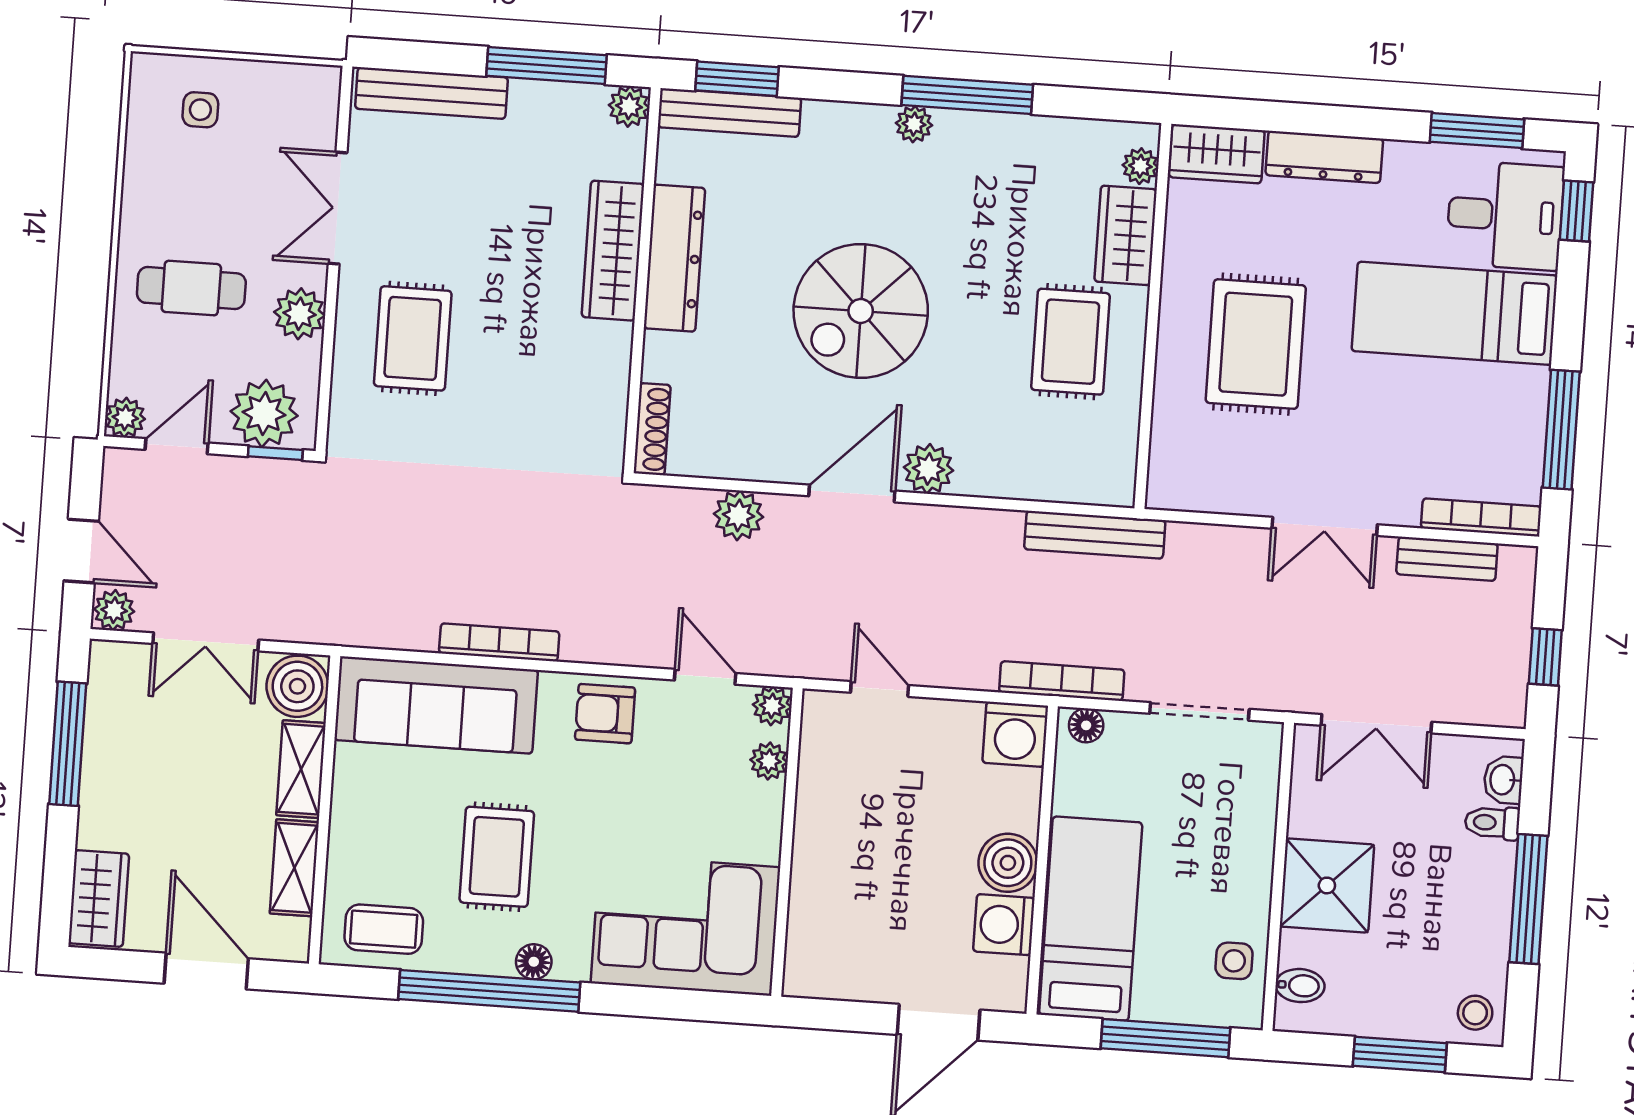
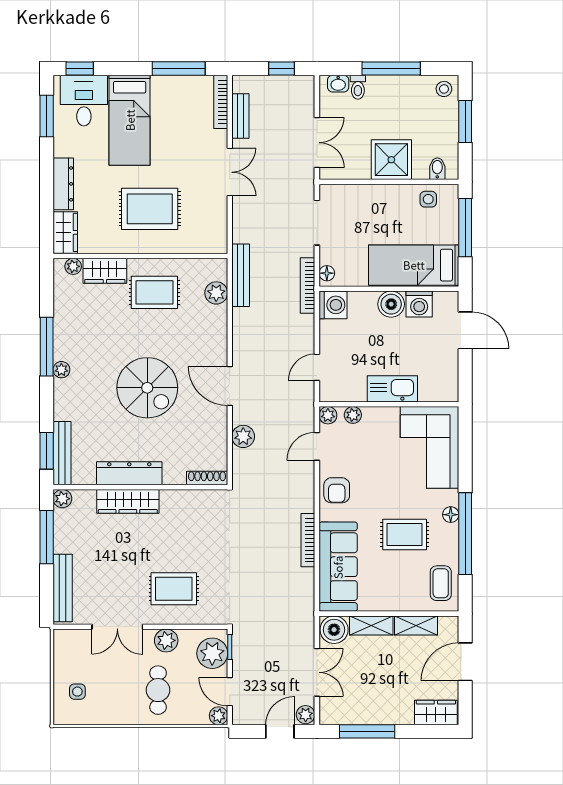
plant: (928, 469) -> (216, 293), moved
kitchen sink: (820, 852) -> (392, 389), added

